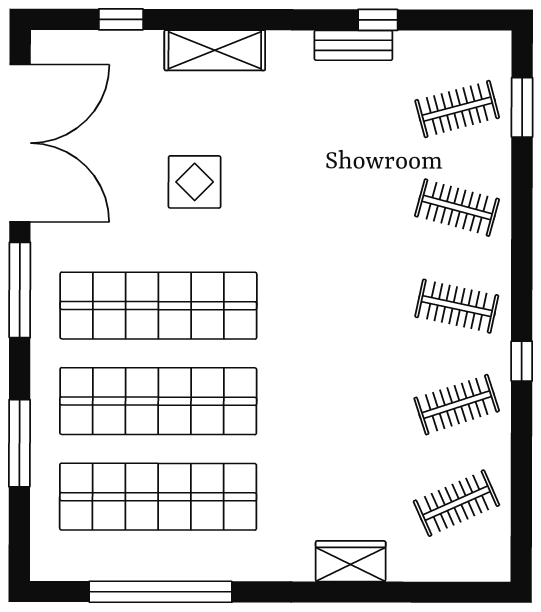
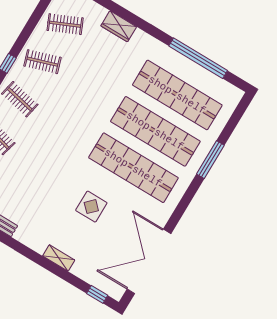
window: (121, 19) -> (97, 294), moved
shelving: (215, 50) -> (59, 258), width x0.67, depth x0.75
window: (20, 290) -> (183, 205), removed
window: (20, 443) -> (210, 160), moved

